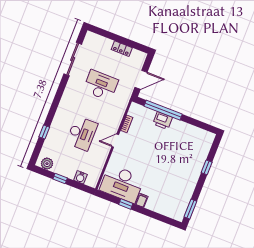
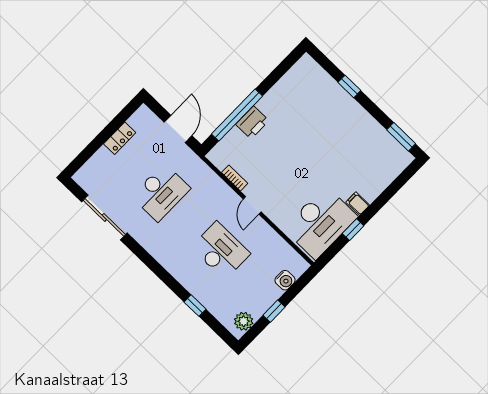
desk: (101, 85) -> (161, 192), turned 180

